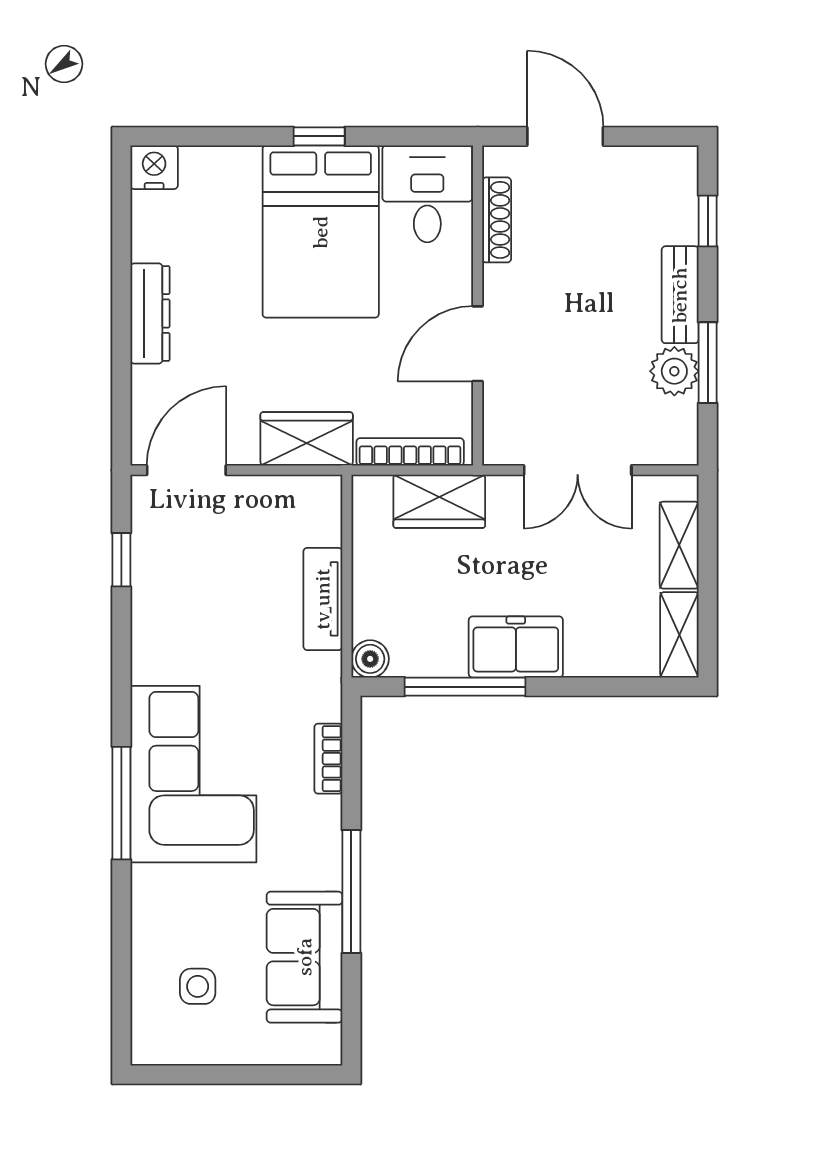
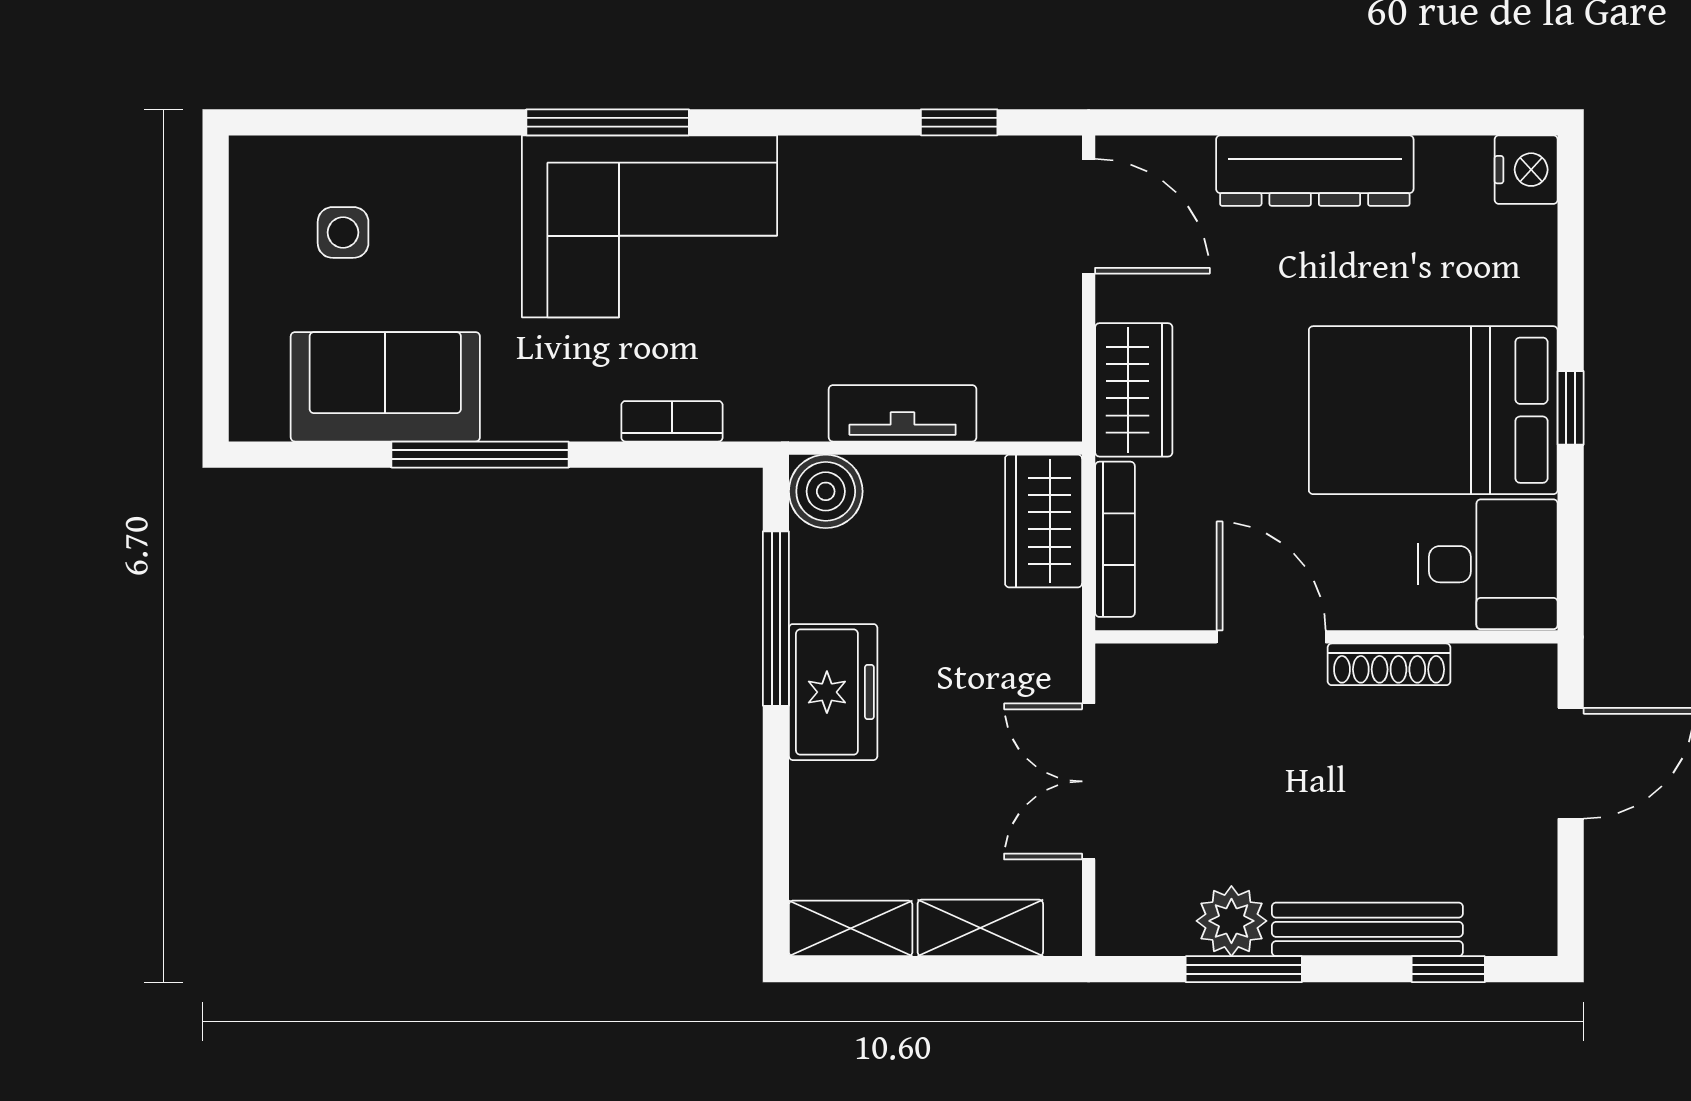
shoe rack: (497, 220) -> (1389, 664), moved
bench: (680, 295) -> (1367, 929), width x1.36
dresser: (150, 314) -> (1315, 171), width x1.37, depth x1.24
wardrobe: (439, 501) -> (1044, 521), moved
boiler: (370, 659) -> (826, 491), width x1.36, depth x1.36

